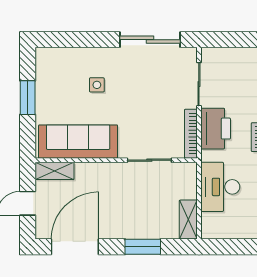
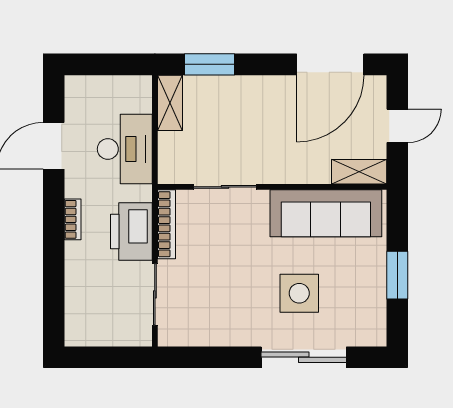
sliding door: (150, 40) -> (304, 357), moved
side table: (97, 85) -> (299, 293), width x1.87, depth x1.87
window: (143, 247) -> (210, 64), moved

